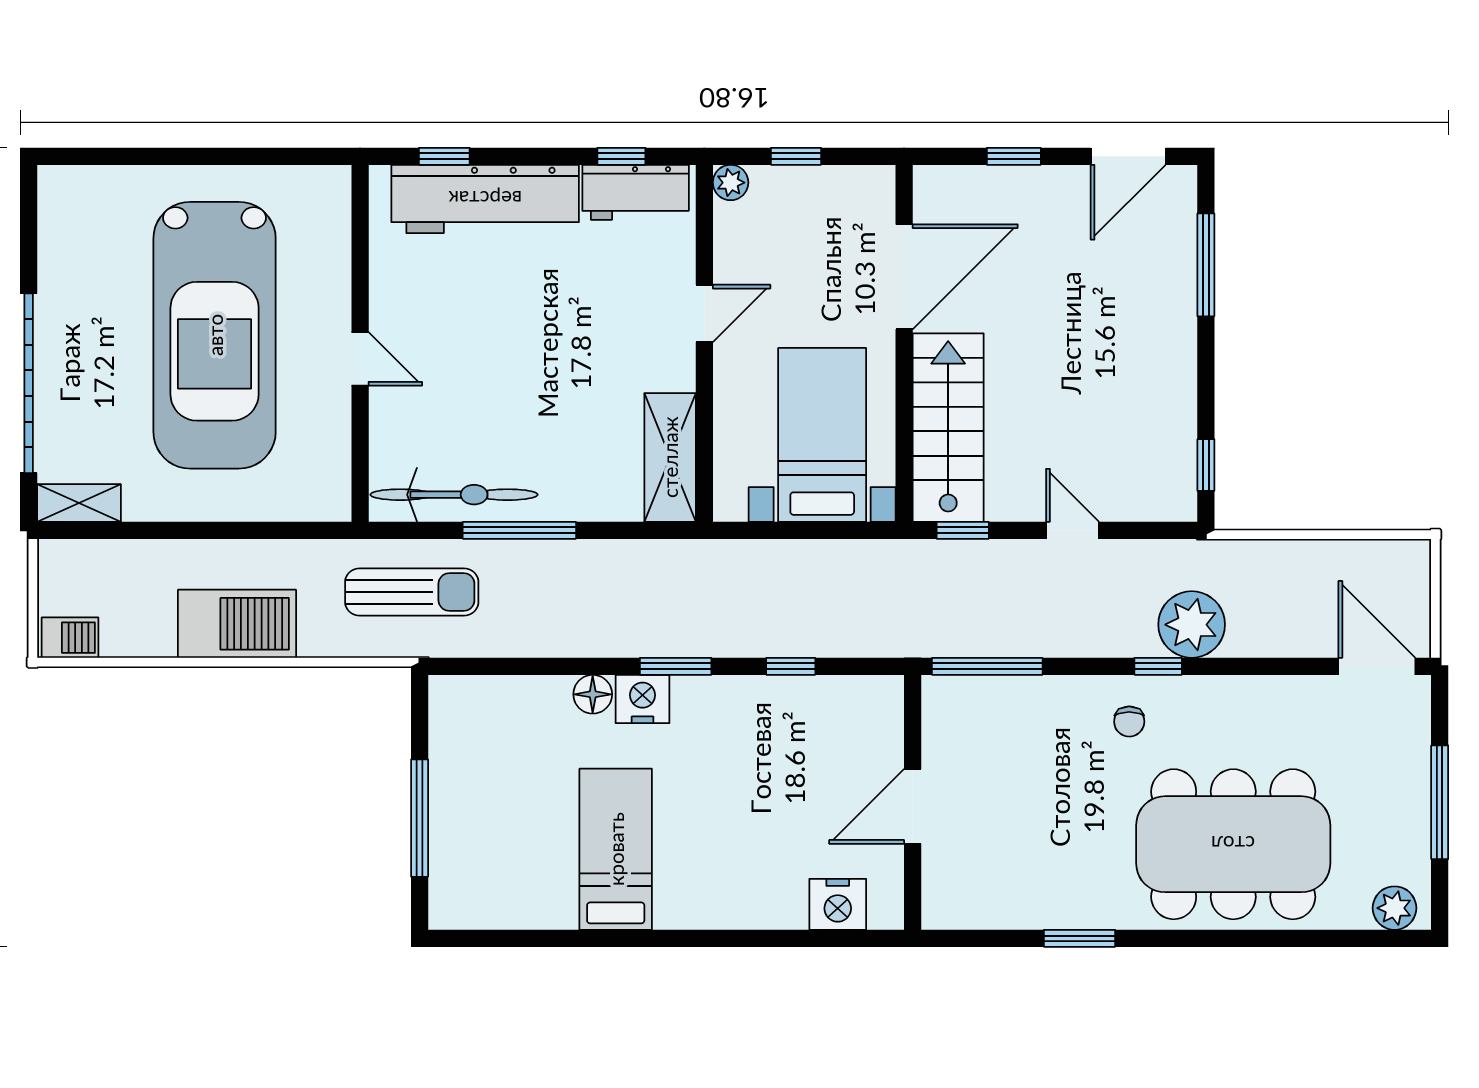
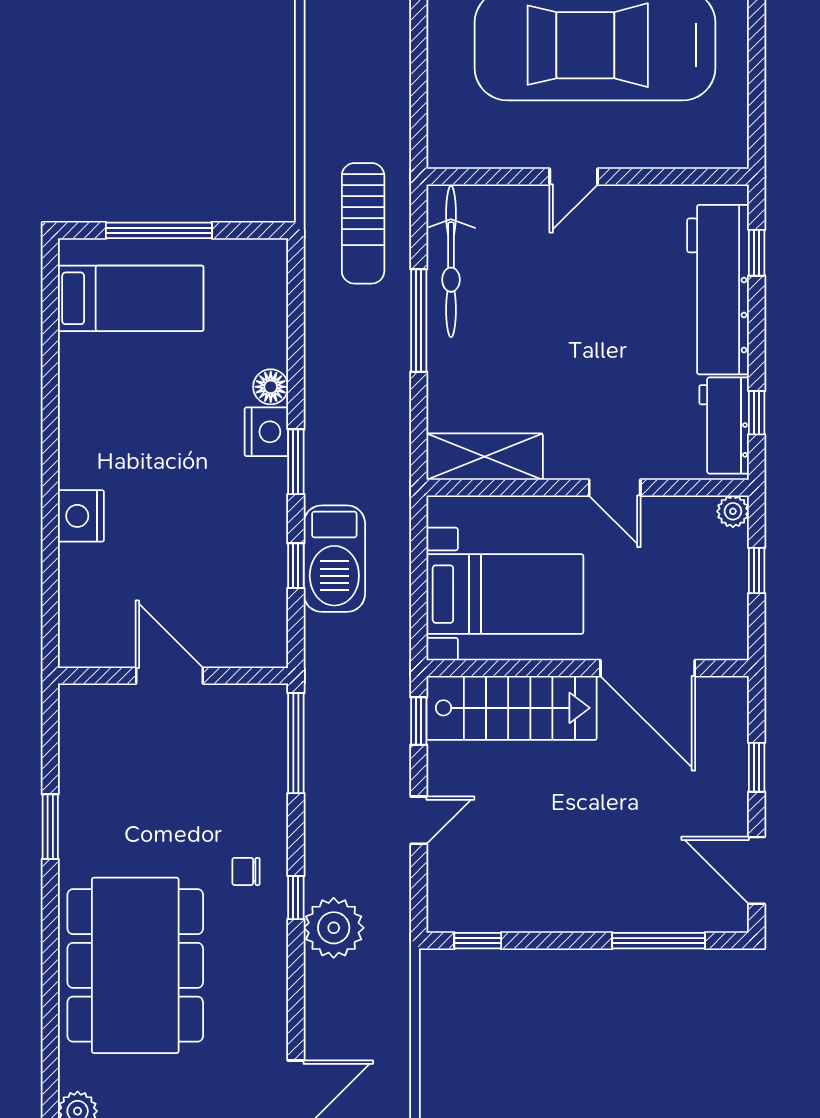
barbecue: (237, 624) -> (334, 559), moved
bed: (616, 849) -> (131, 298), moved
nightstand: (838, 904) -> (81, 516), moved

